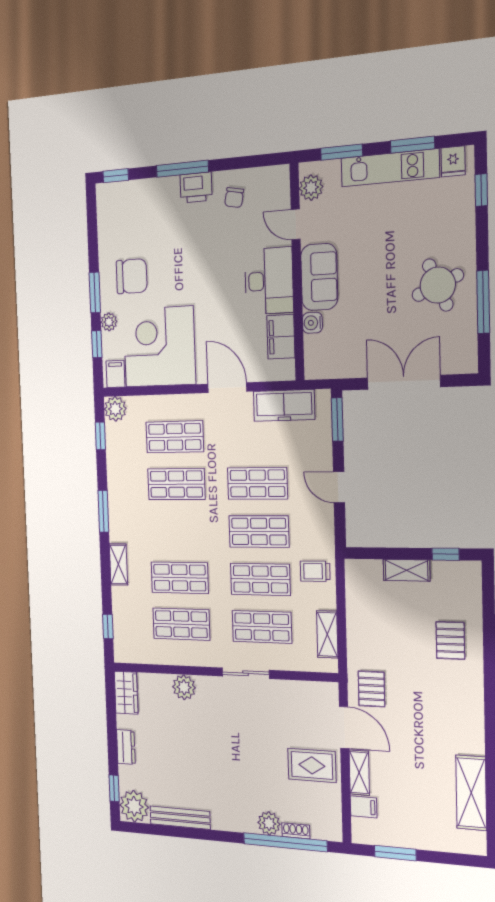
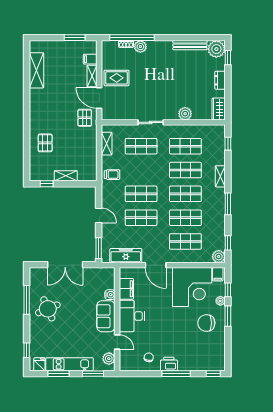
shop shelf: (260, 579) -> (185, 194), moved

